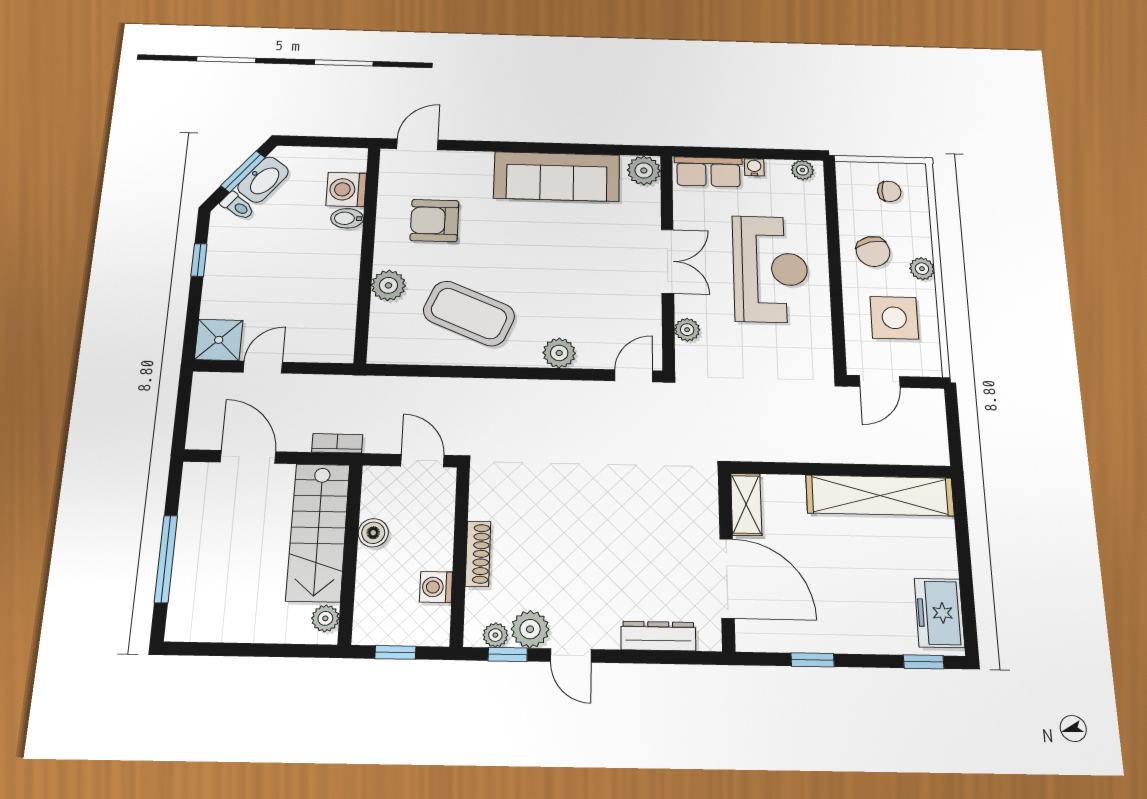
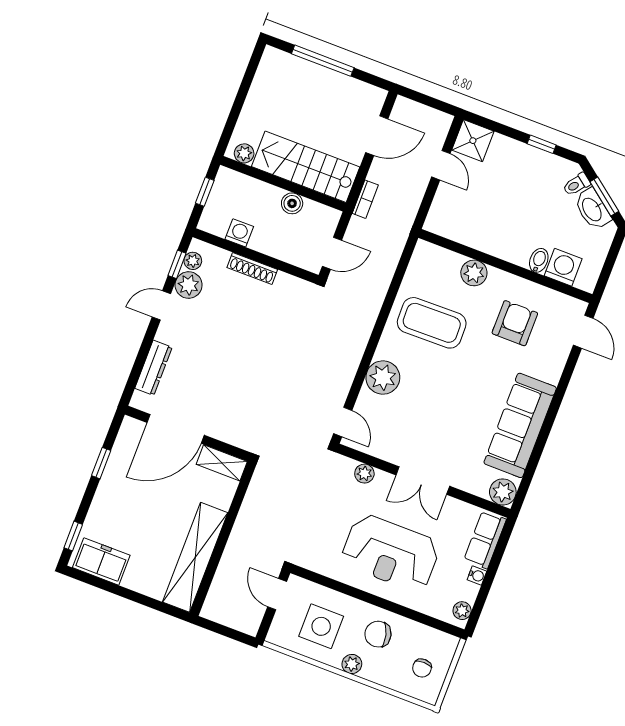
coffee table: (469, 313) -> (432, 323), turned 66
plant: (559, 353) -> (383, 378), width x1.36, depth x1.36

